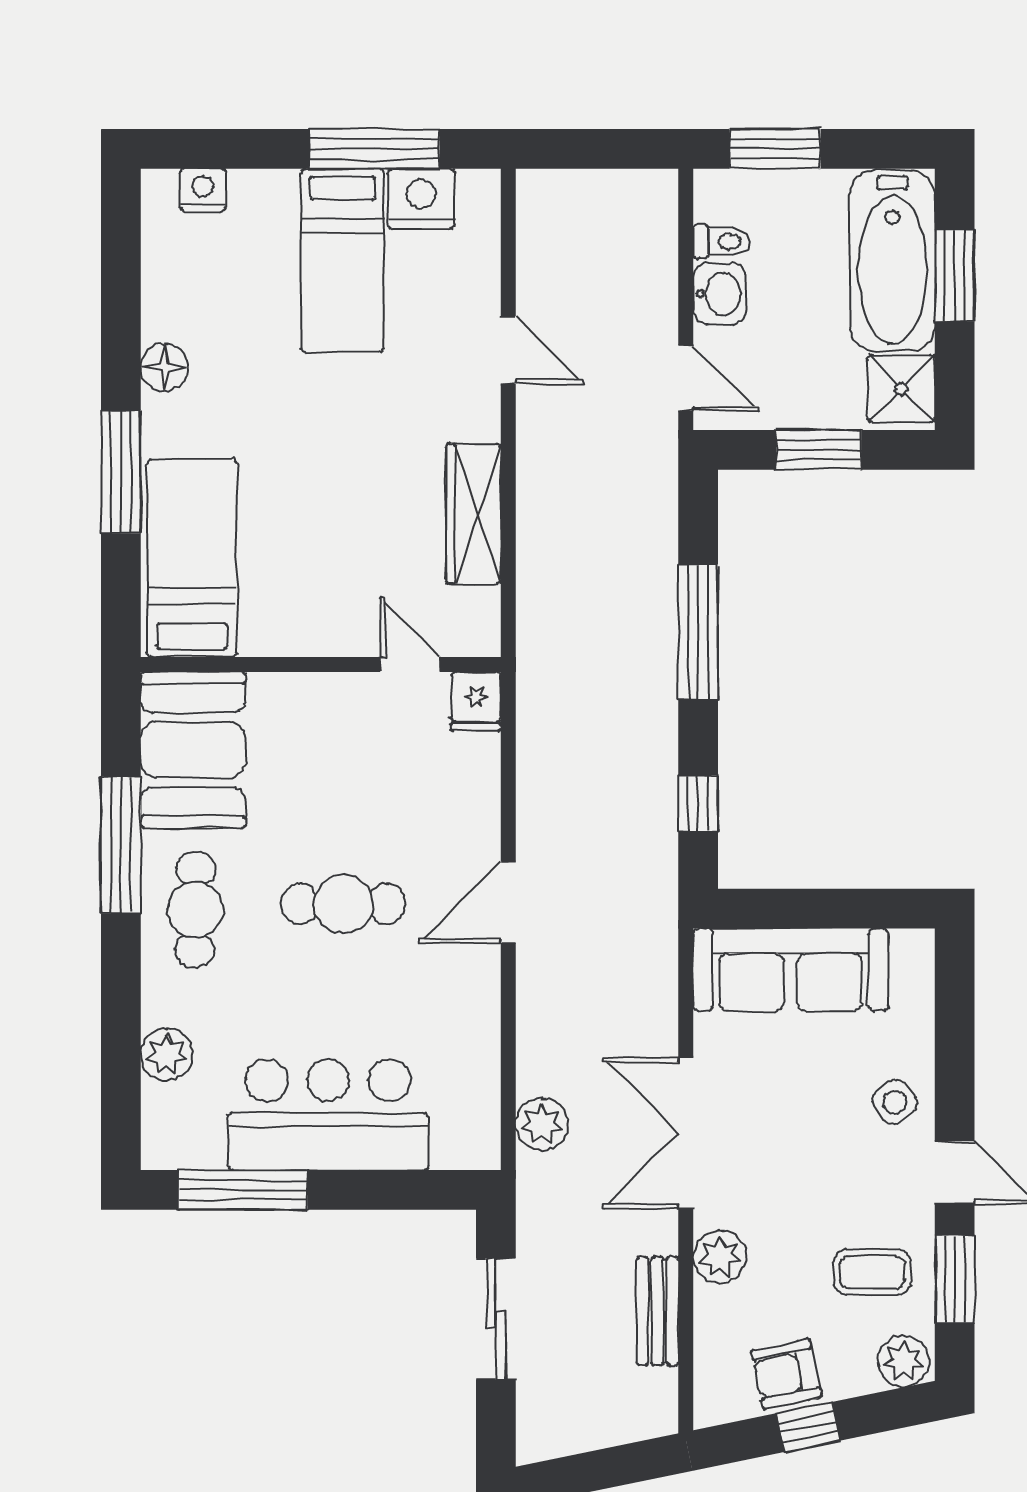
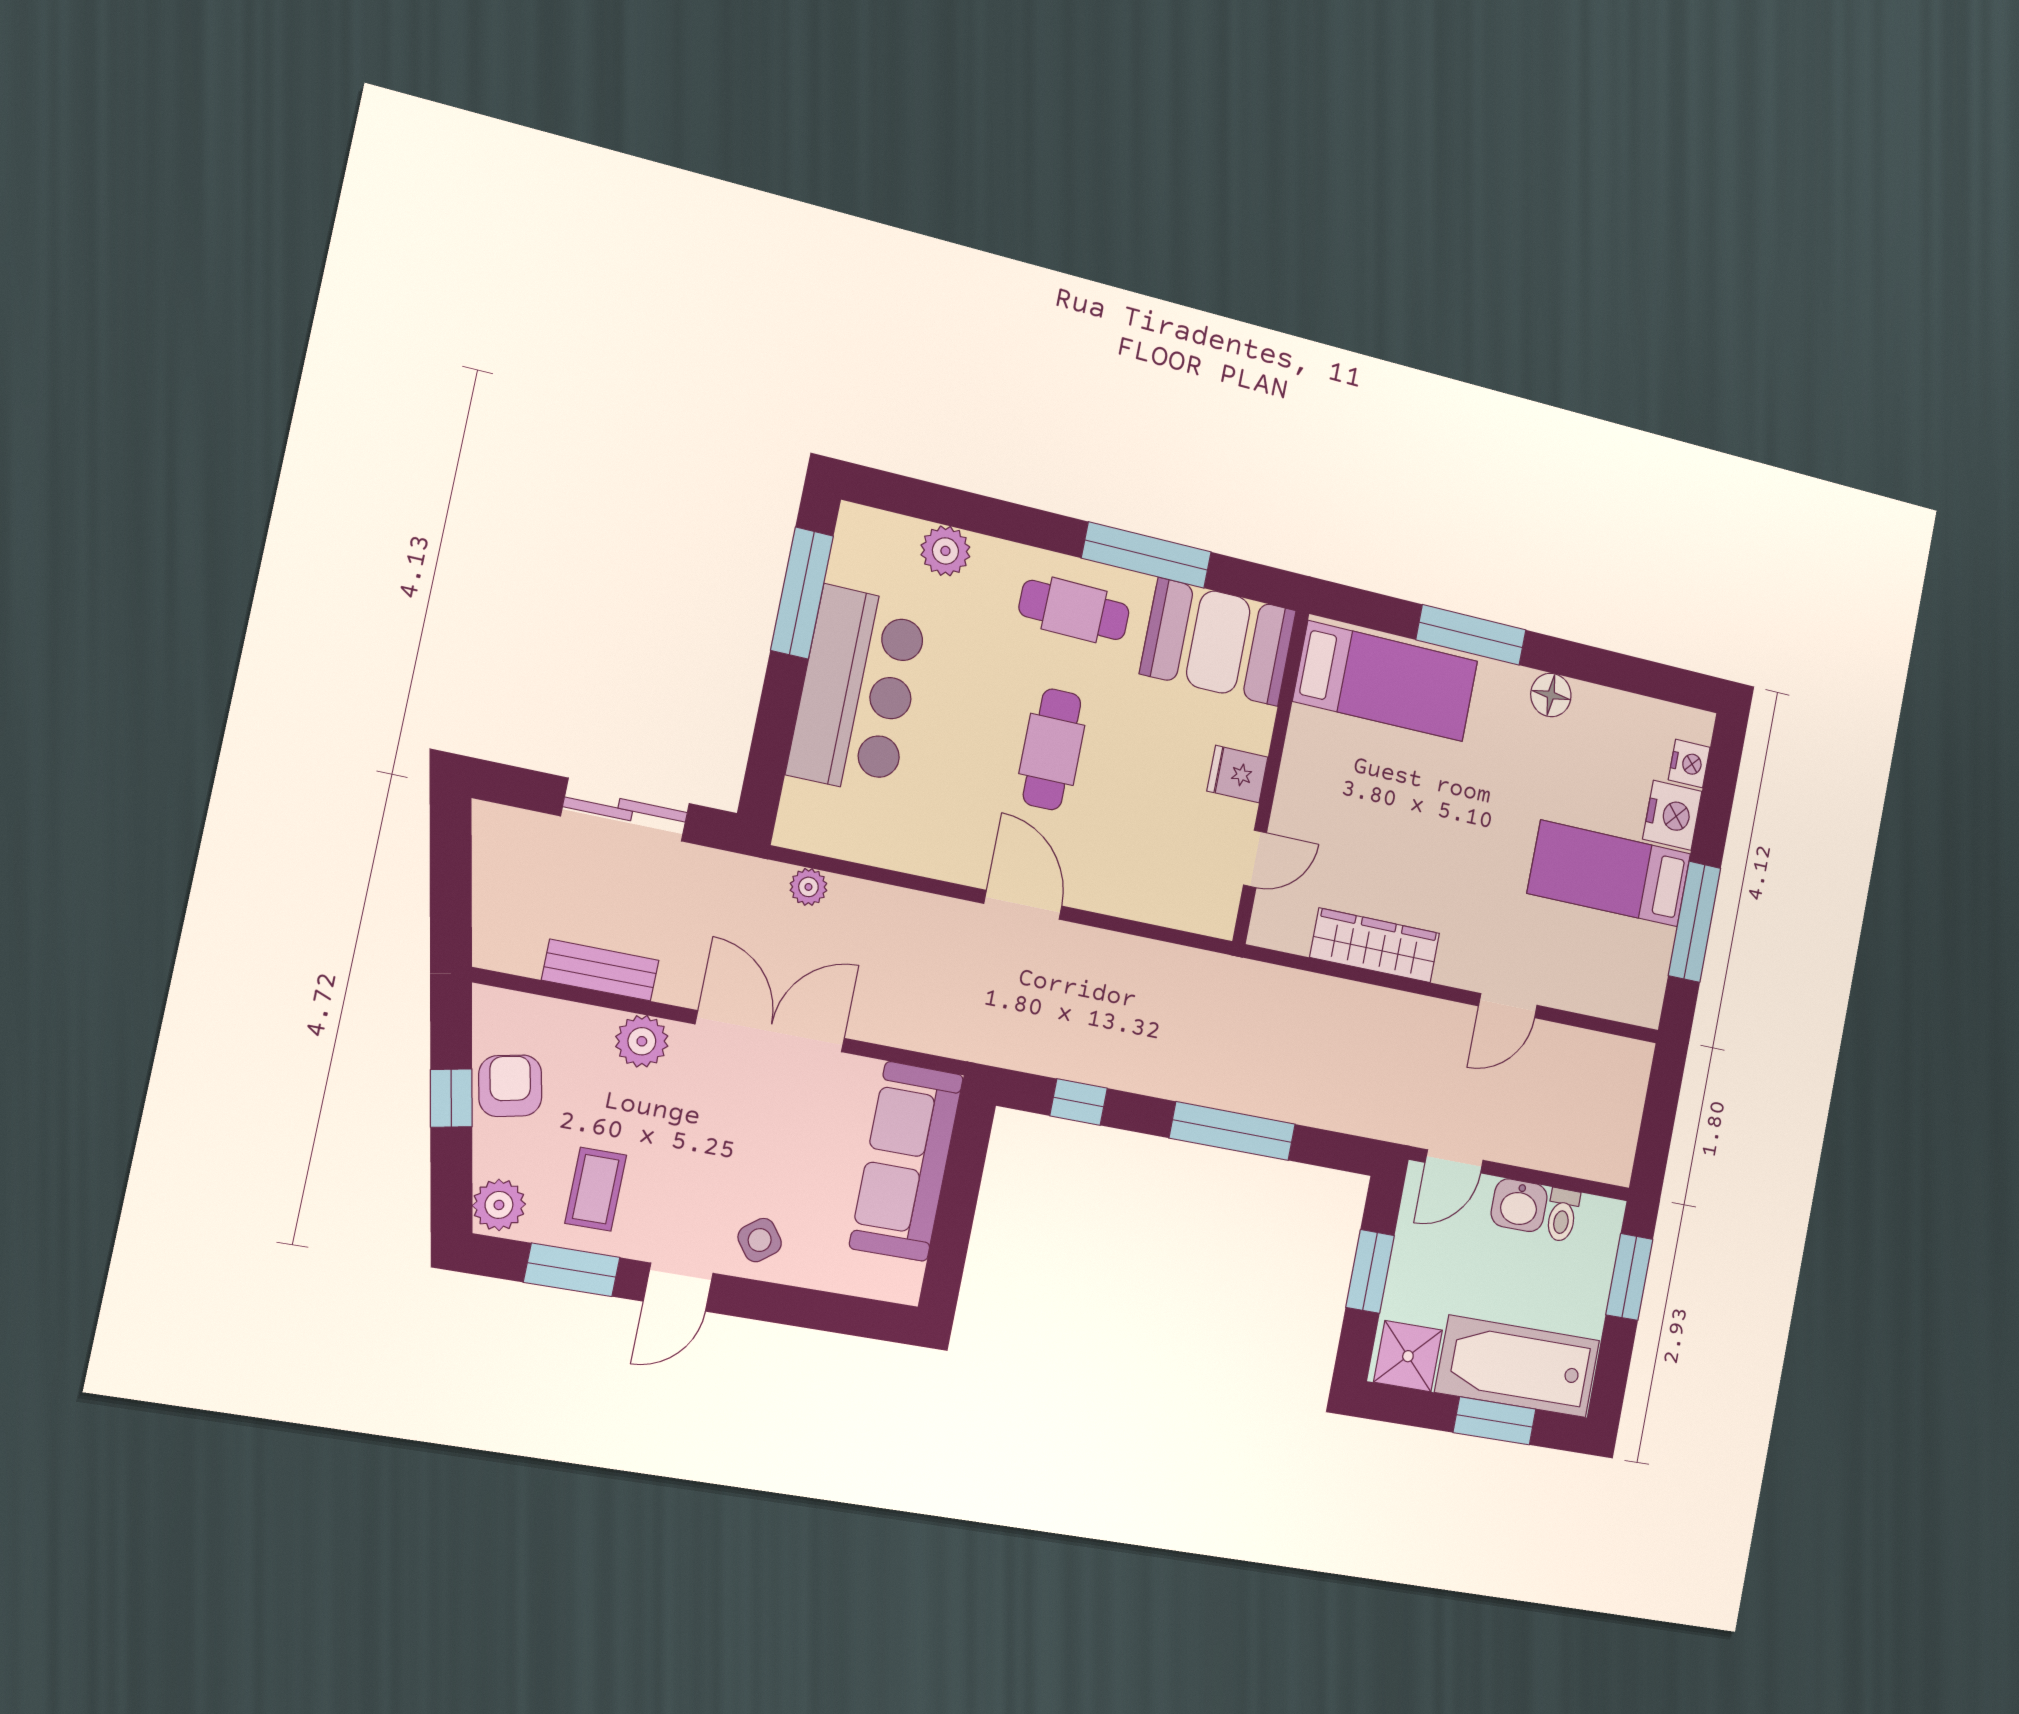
nightstand: (421, 199) -> (1672, 815), moved
fridge: (476, 702) -> (1237, 774), moved
plant: (542, 1124) -> (808, 887), width x0.73, depth x0.73

